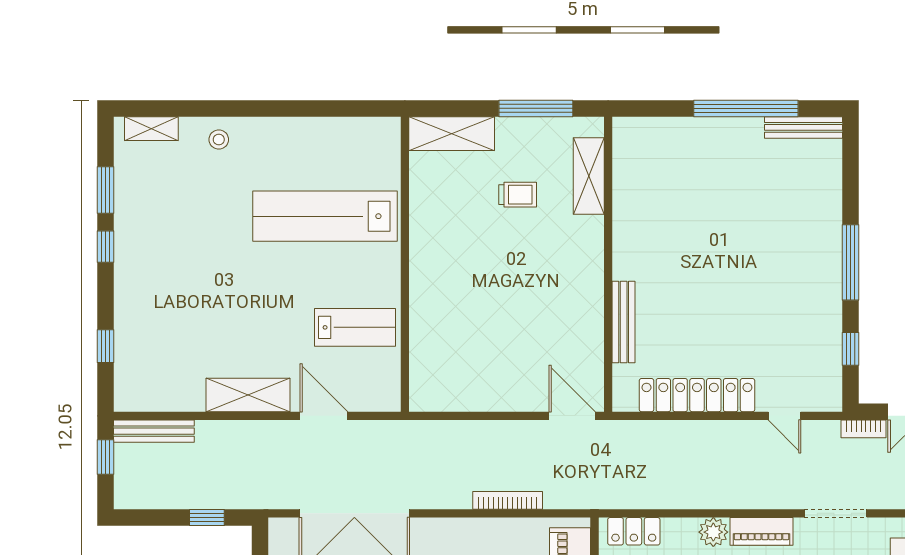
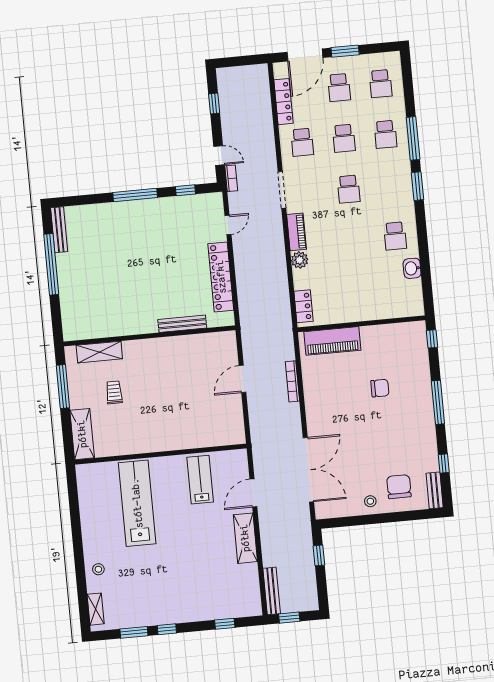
lab bench: (325, 216) -> (137, 503), turned 180
door: (572, 416) -> (243, 379), moved

